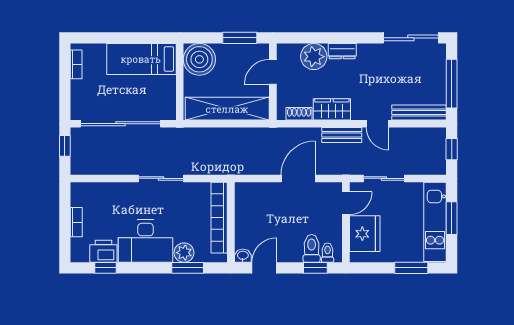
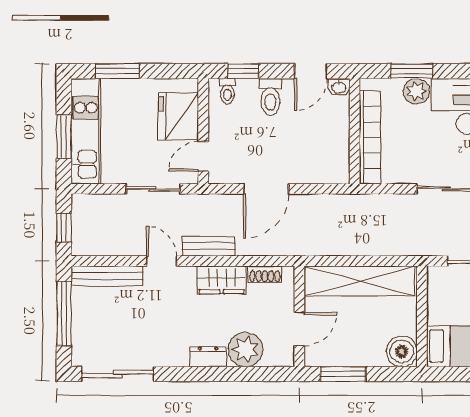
boiler: (199, 59) -> (402, 351), width x0.73, depth x0.73
toilet: (312, 248) -> (270, 97), moved

